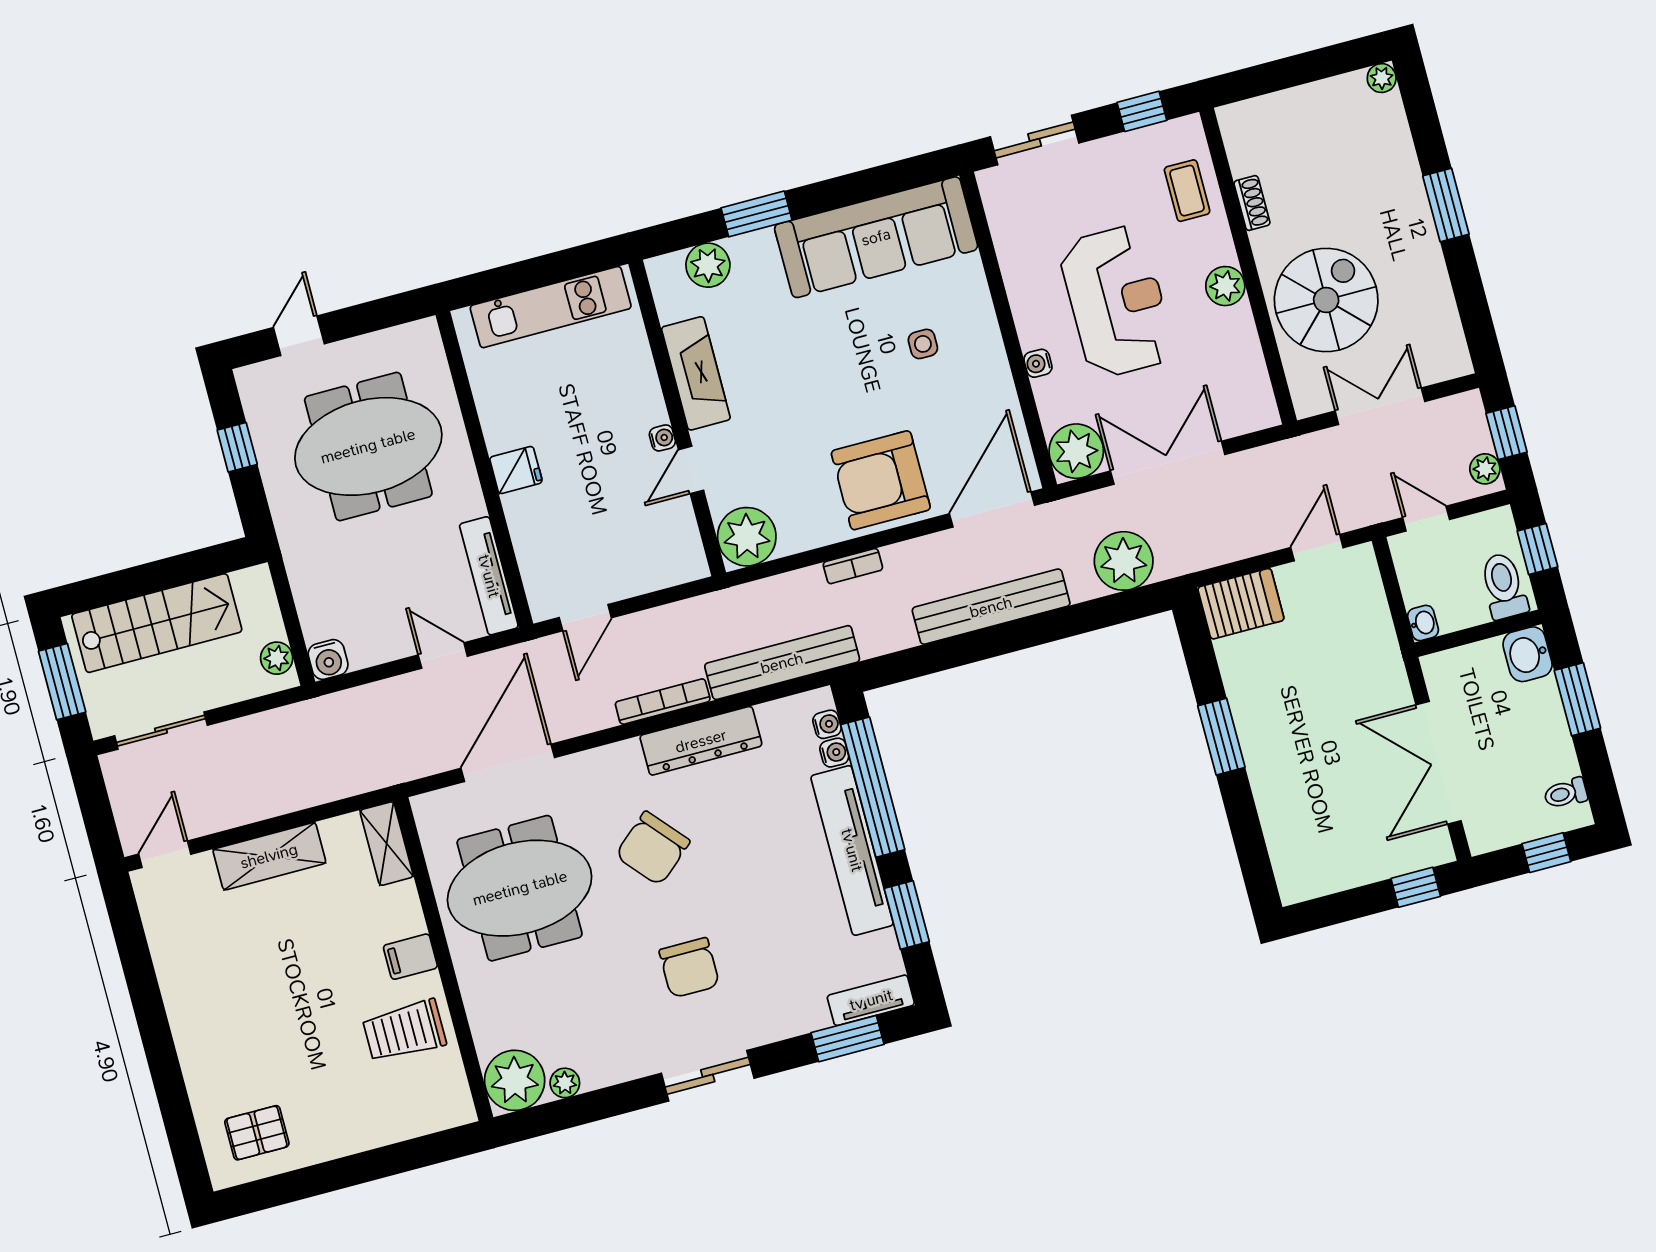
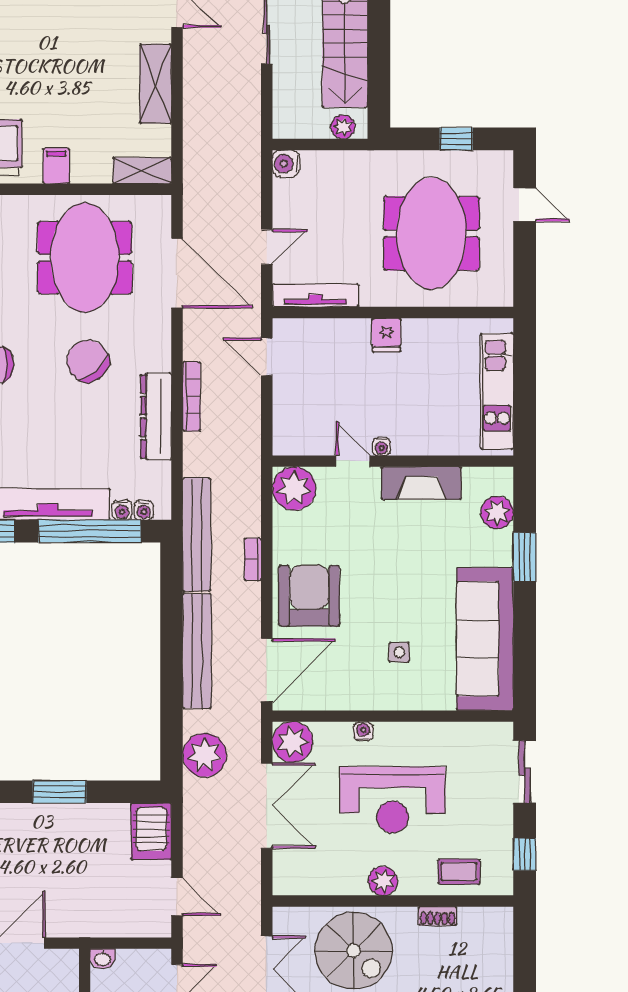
door: (992, 509) -> (267, 670), hinge flipped
plant: (277, 658) -> (343, 127), moved
bench: (782, 663) -> (197, 535), moved

